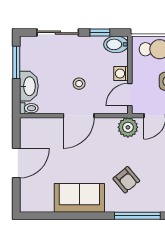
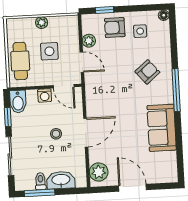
toilet: (29, 108) -> (41, 181), moved
door: (79, 116) -> (86, 133), hinge flipped
plant: (128, 127) -> (99, 172), moved
armchair: (126, 180) -> (147, 72), moved
window: (137, 216) -> (176, 90), moved

